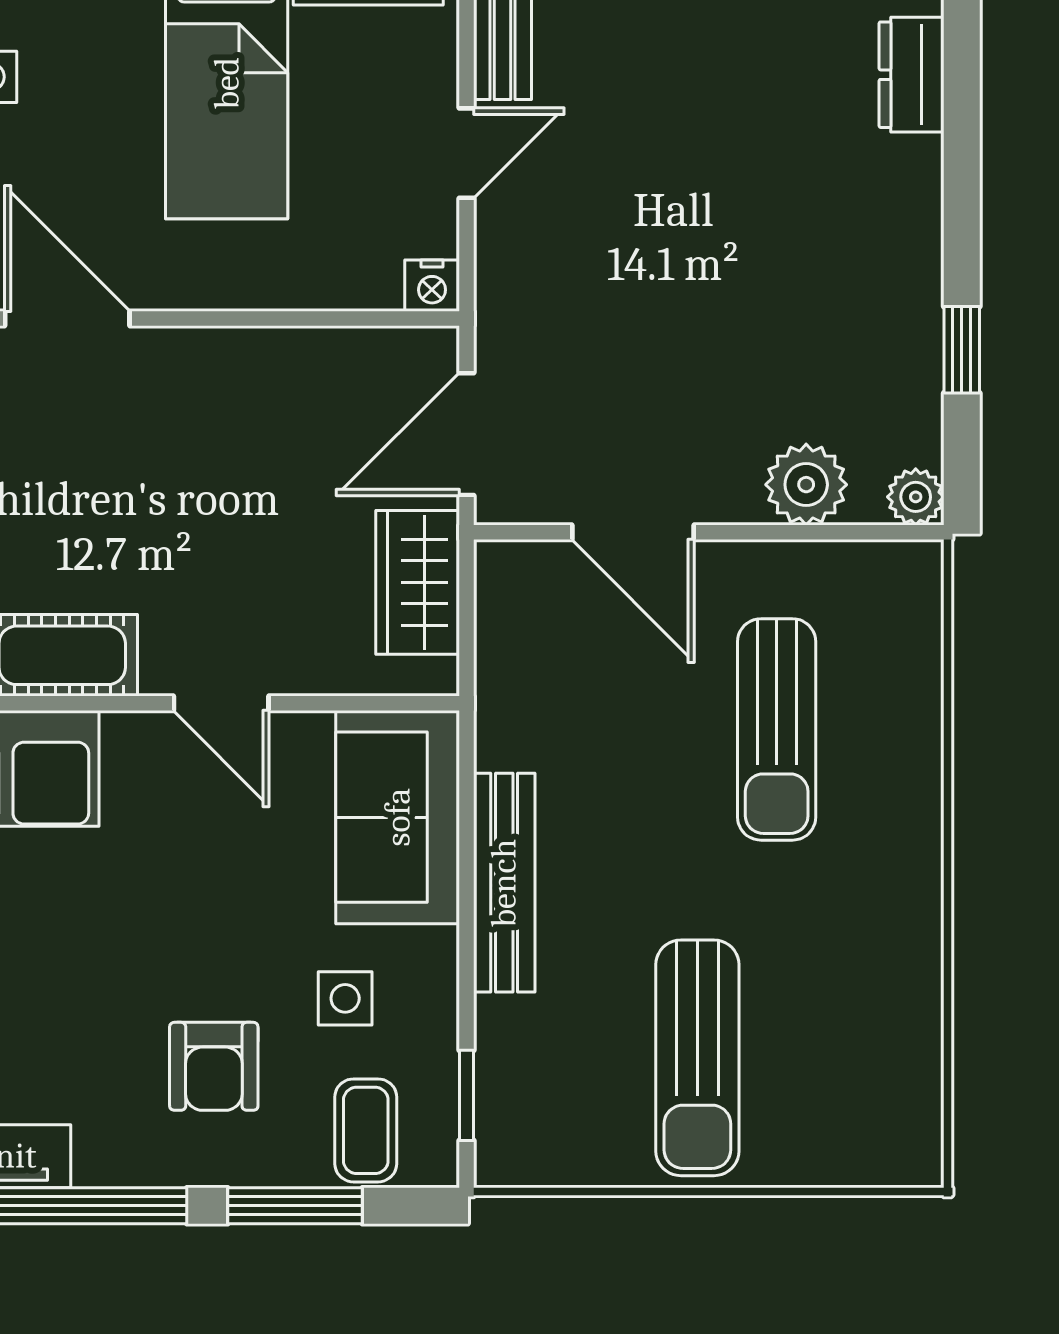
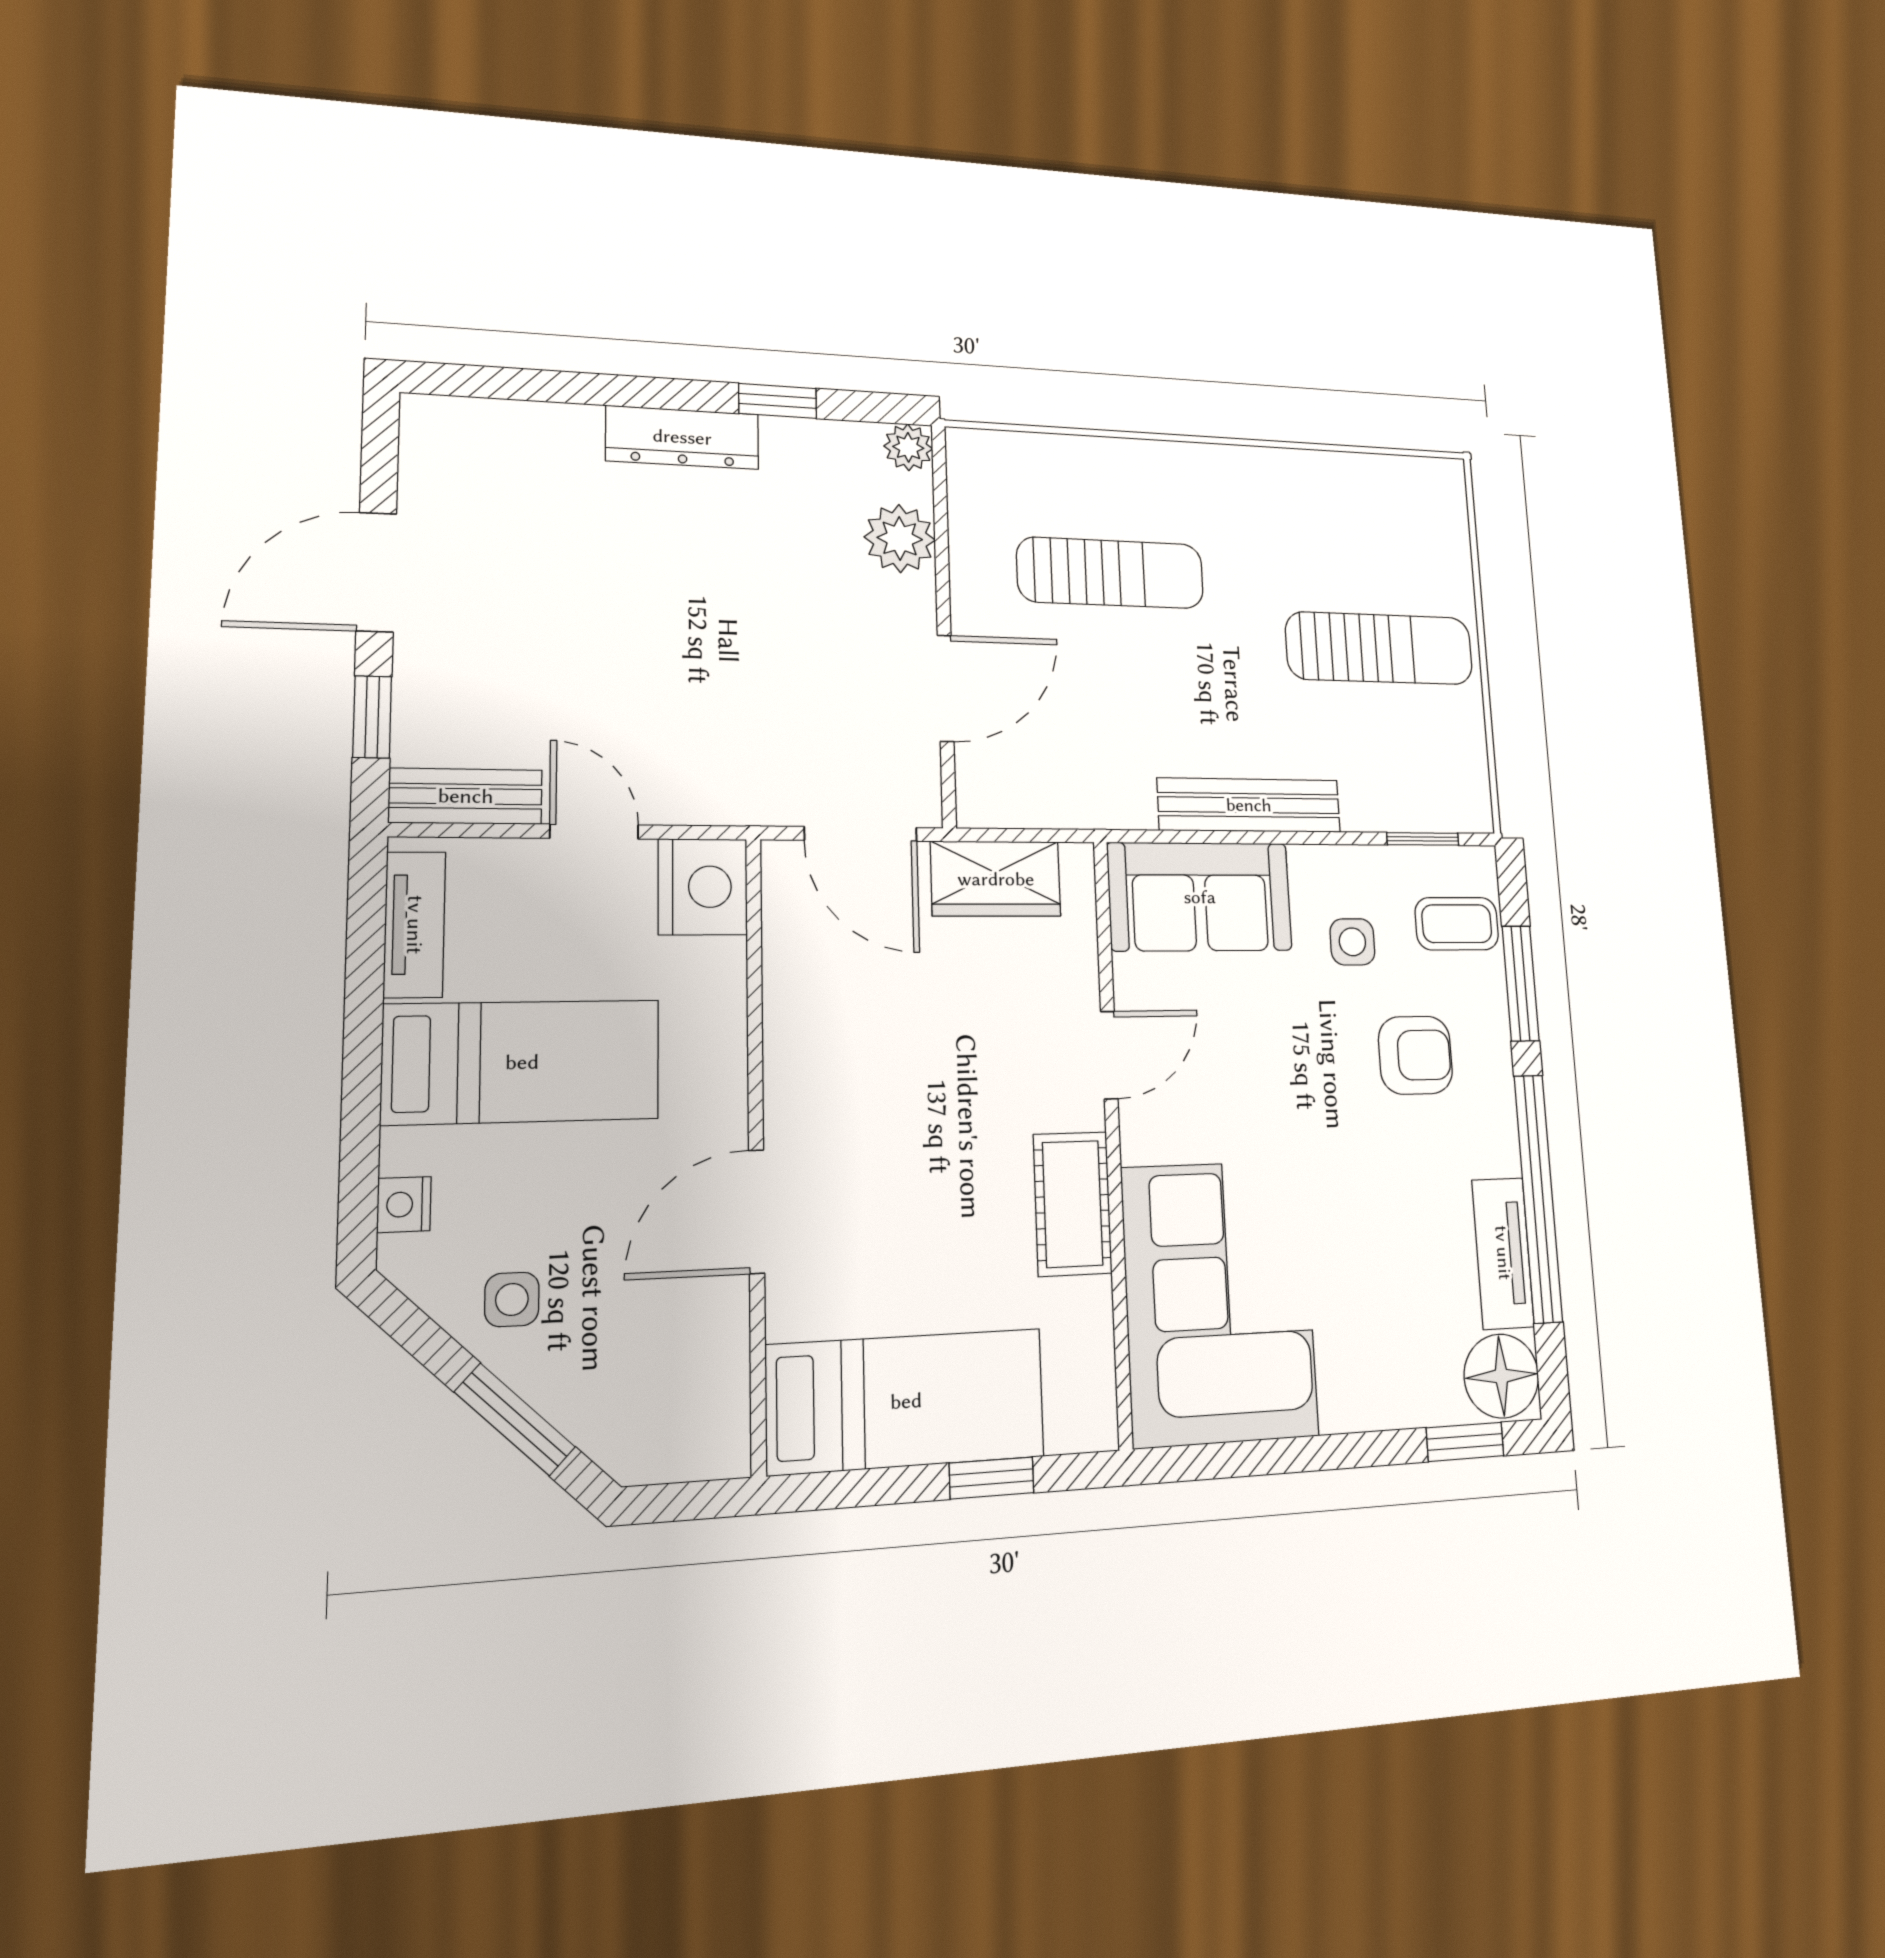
dresser: (912, 75) -> (682, 437), moved, width x1.44
nightstand: (432, 286) -> (703, 887), width x1.89, depth x1.79

